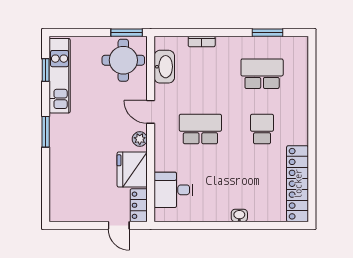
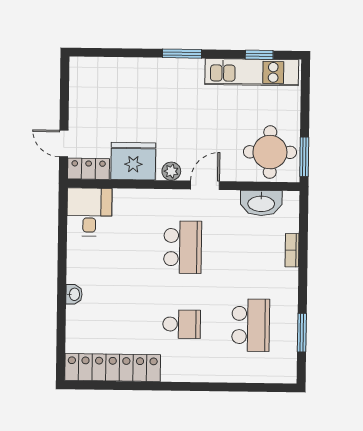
desk: (173, 190) -> (89, 212), moved
door: (119, 225) -> (64, 143), hinge flipped

